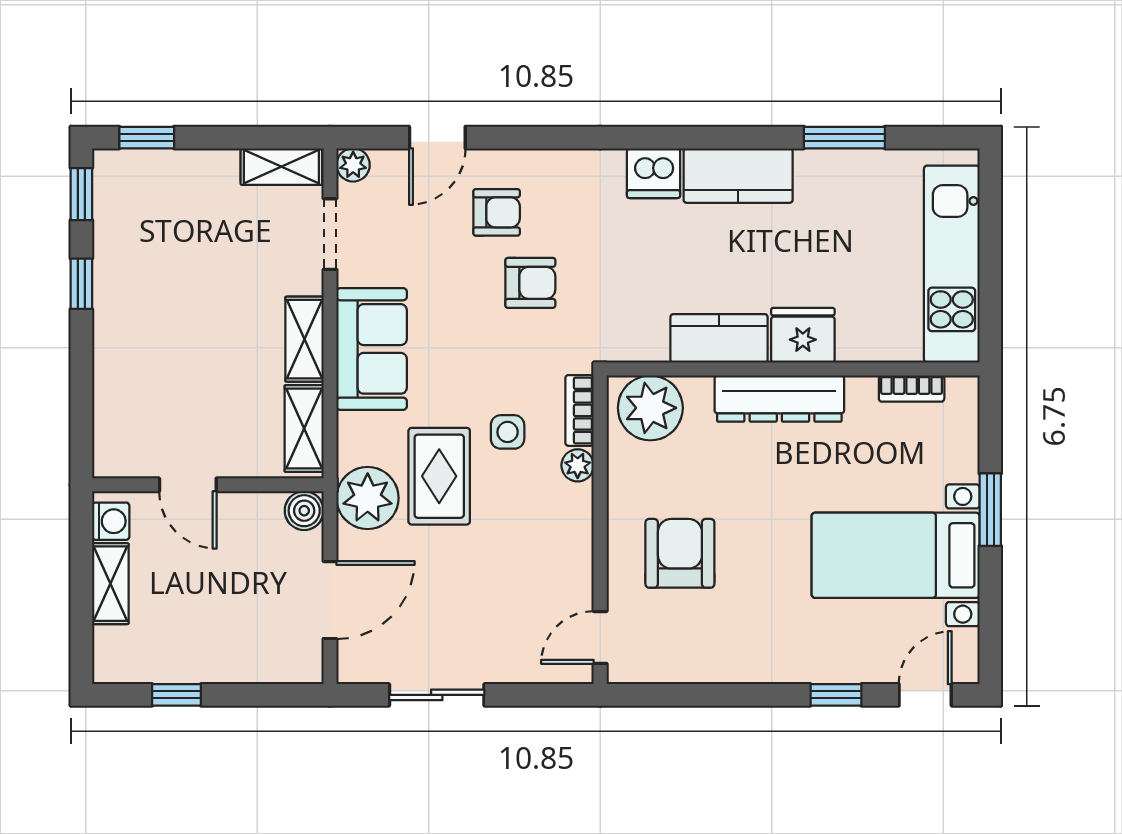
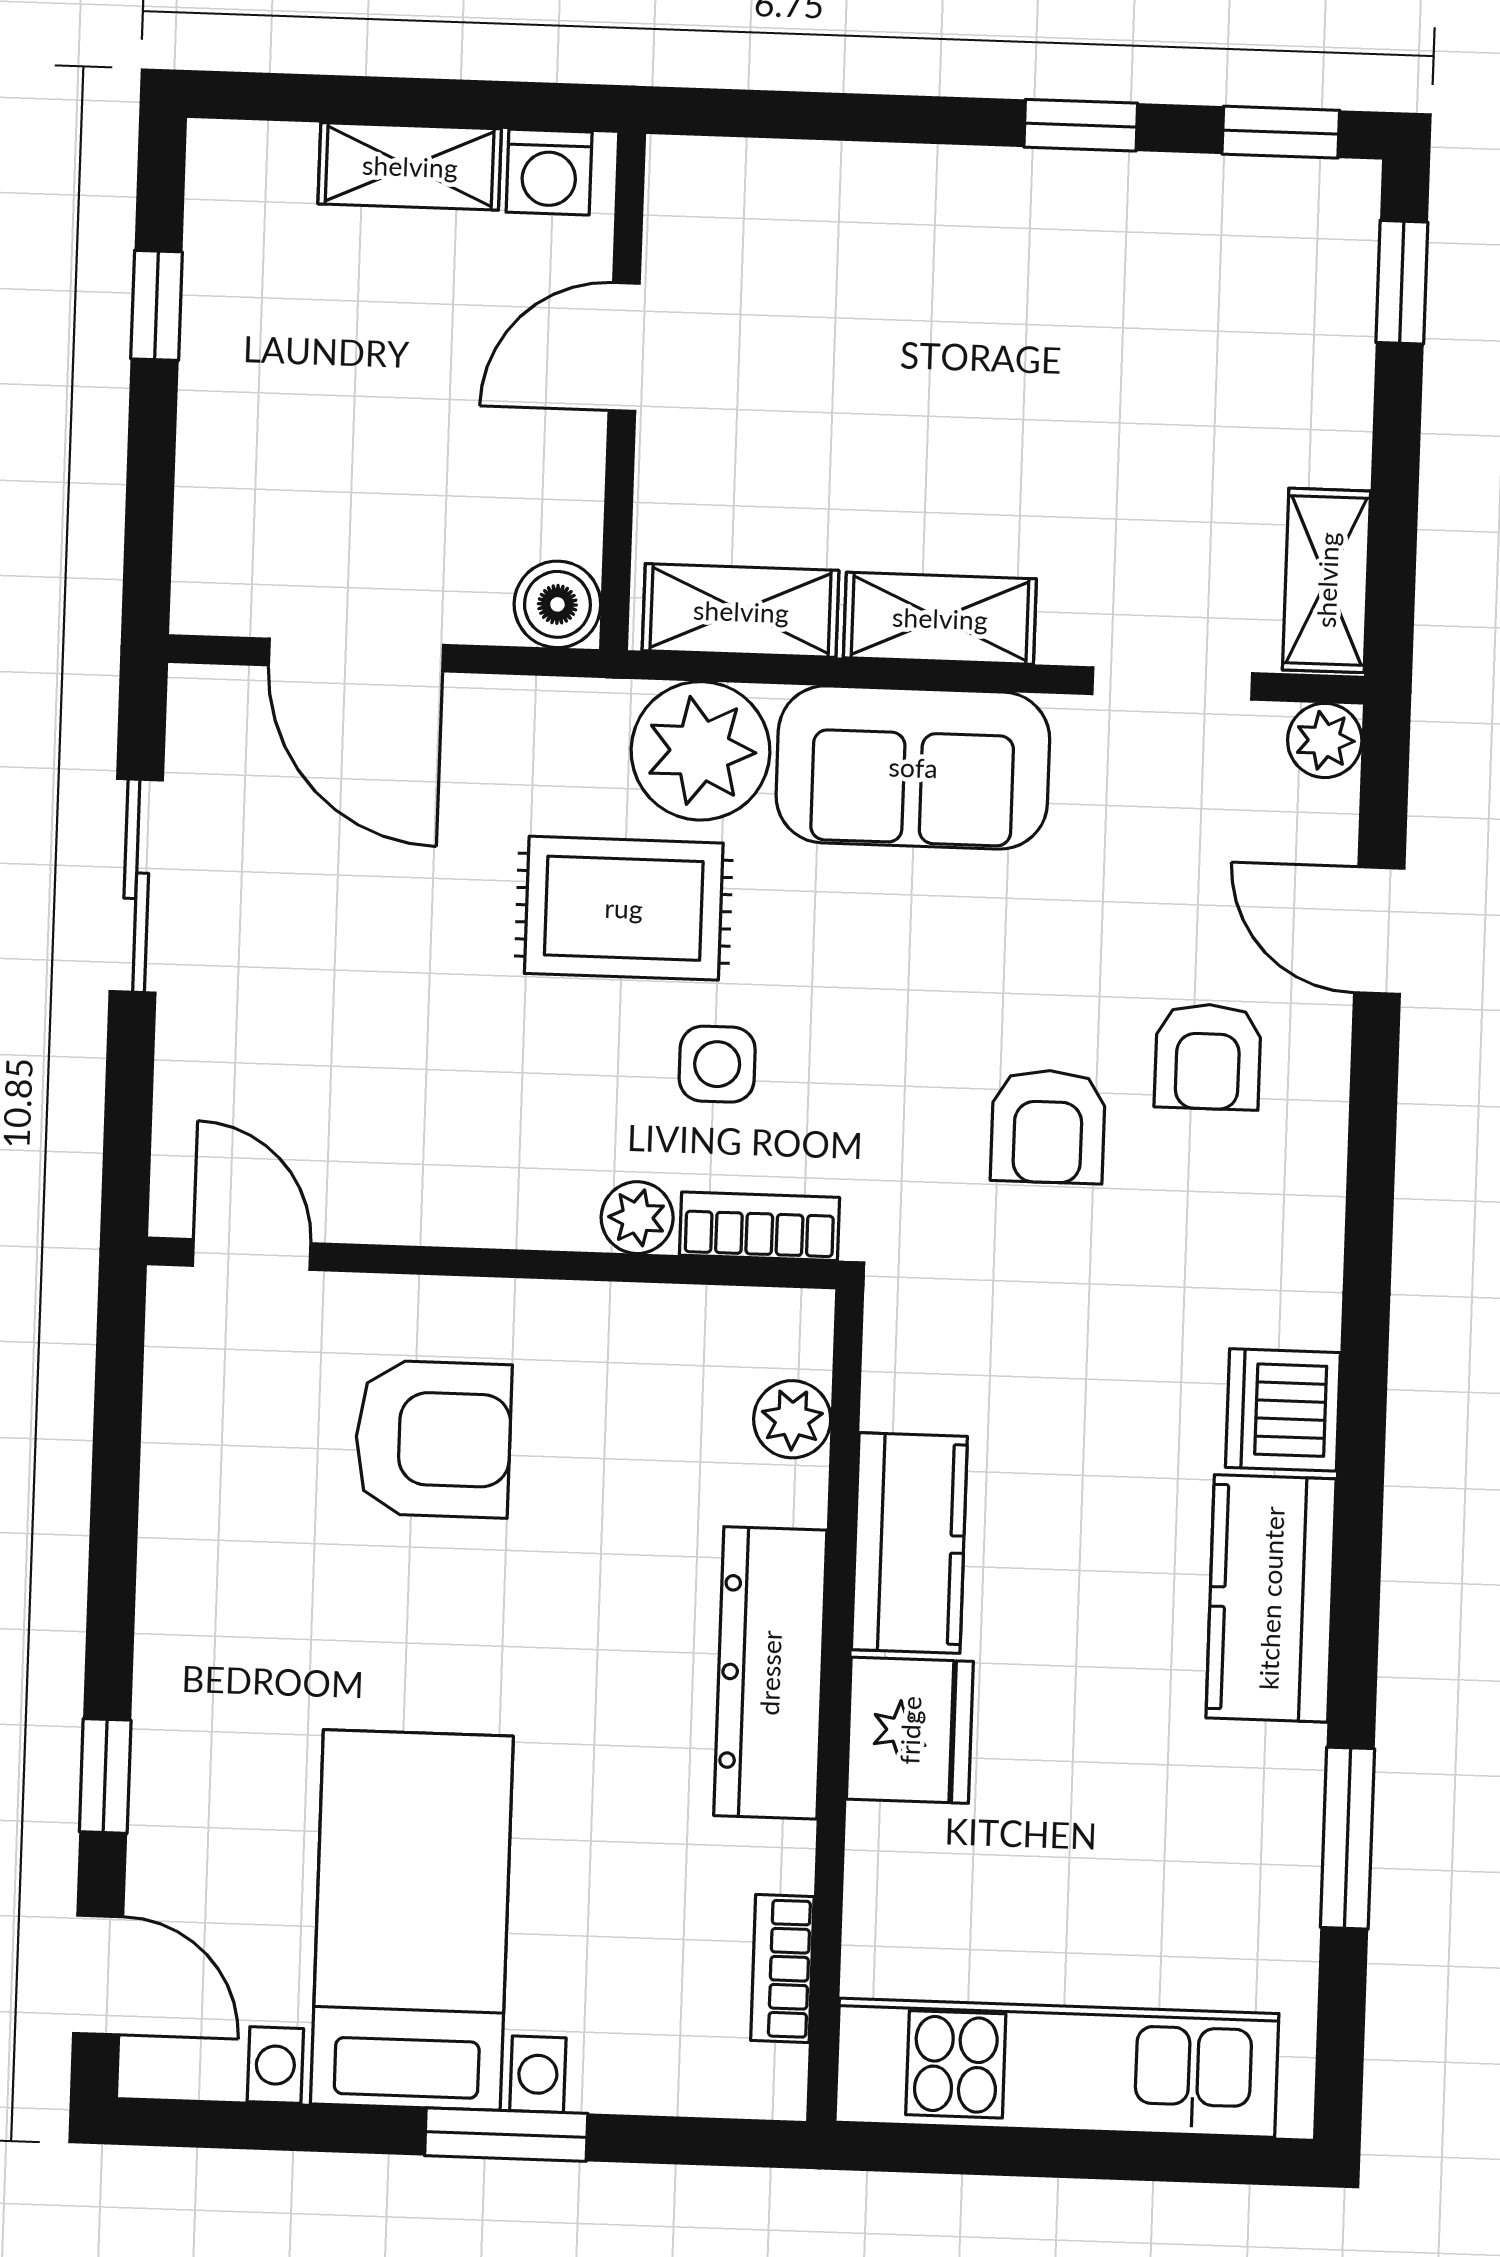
plant: (650, 408) -> (792, 1419), width x0.53, depth x0.53
plant: (368, 498) -> (701, 751), moved

